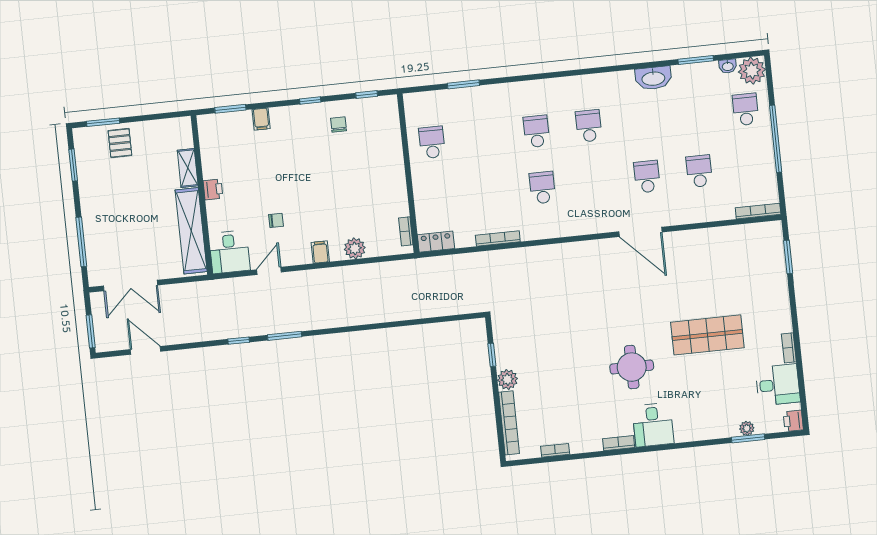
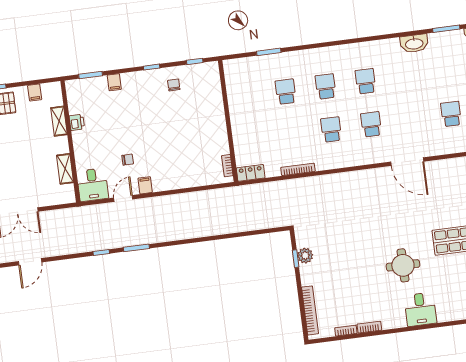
filing cabinet: (157, 130) -> (35, 92), added
school desk: (432, 142) -> (286, 92), moved
school desk: (647, 177) -> (371, 124), moved
printer: (213, 189) -> (77, 122), moved
shelving: (191, 231) -> (65, 169), width x0.45, depth x0.75
plant: (355, 248) -> (189, 180), removed
filing cabinet: (320, 252) -> (145, 185), moved
door: (145, 350) -> (30, 262), swing flipped
plant: (507, 379) -> (305, 256), moved
bookcase: (619, 443) -> (369, 327), moved

